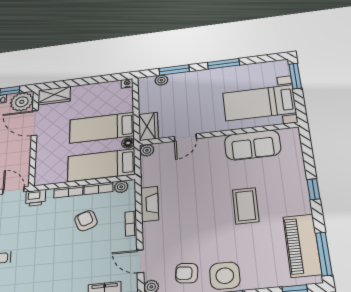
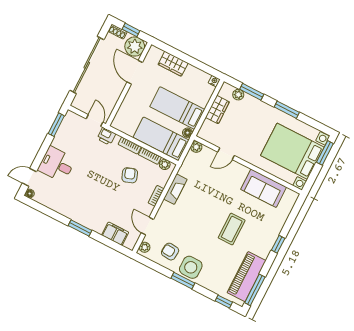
wardrobe: (54, 96) -> (173, 64), moved
bed with nightstands: (259, 103) -> (292, 151), width x1.36
wardrobe: (148, 126) -> (217, 110), moved

